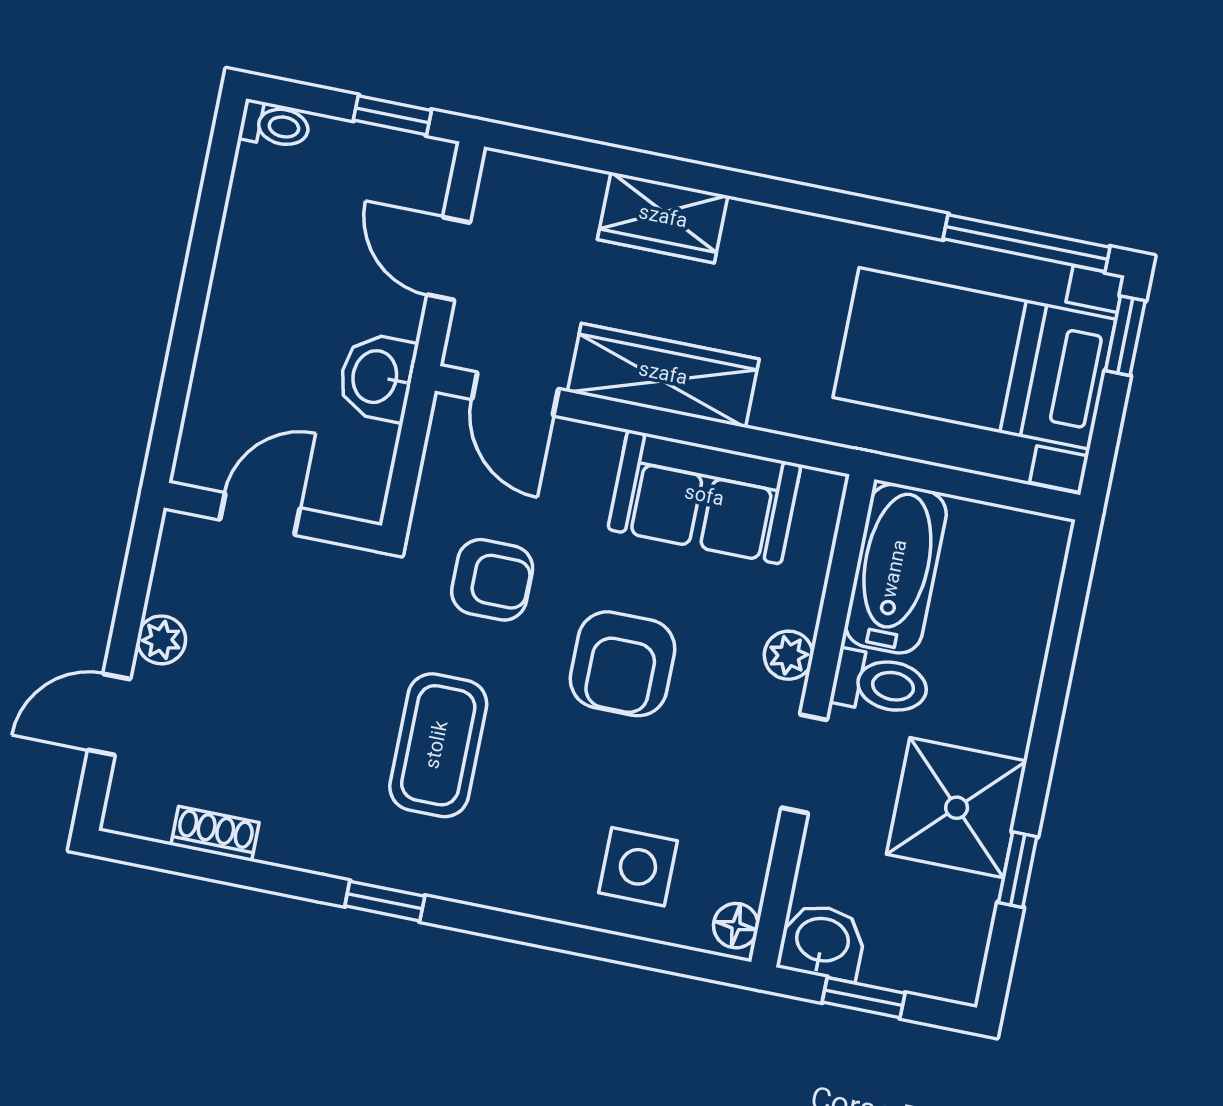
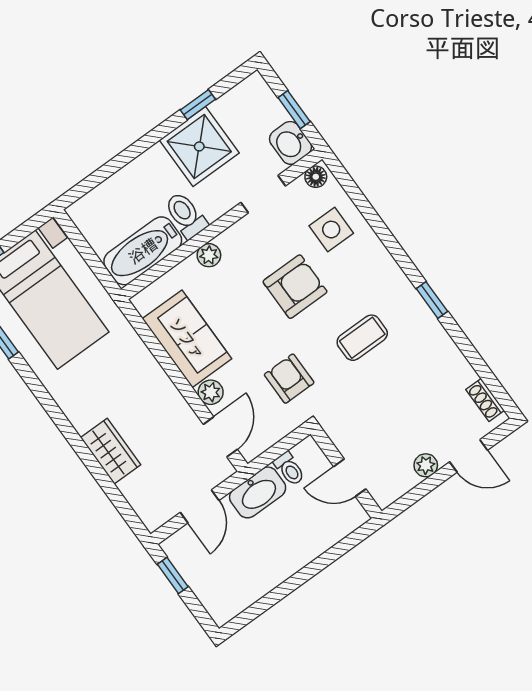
toilet: (275, 125) -> (289, 469), moved, turned 180
wardrobe: (663, 375) -> (162, 395), removed
washbasin: (377, 377) -> (258, 492), width x1.38
plant: (593, 448) -> (211, 392), added
armchair: (623, 664) -> (295, 287), moved
coffee table: (438, 745) -> (362, 338), width x0.73, depth x0.77
doorway: (804, 764) -> (263, 194), moved
shoe rack: (215, 834) -> (485, 400), moved

